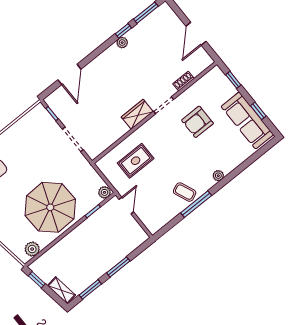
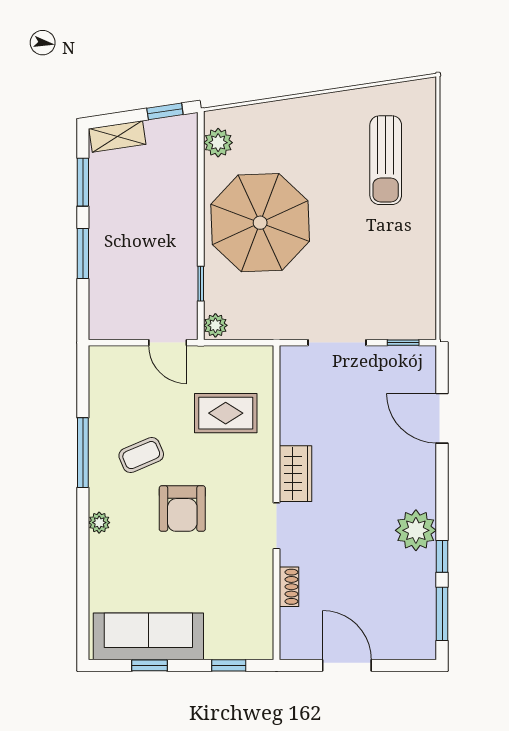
plant: (122, 43) -> (416, 530), width x1.87, depth x1.87
armchair: (197, 122) -> (182, 509), moved, turned 180
rug: (136, 161) -> (226, 413), turned 90
coffee table: (185, 192) -> (141, 455), moved

